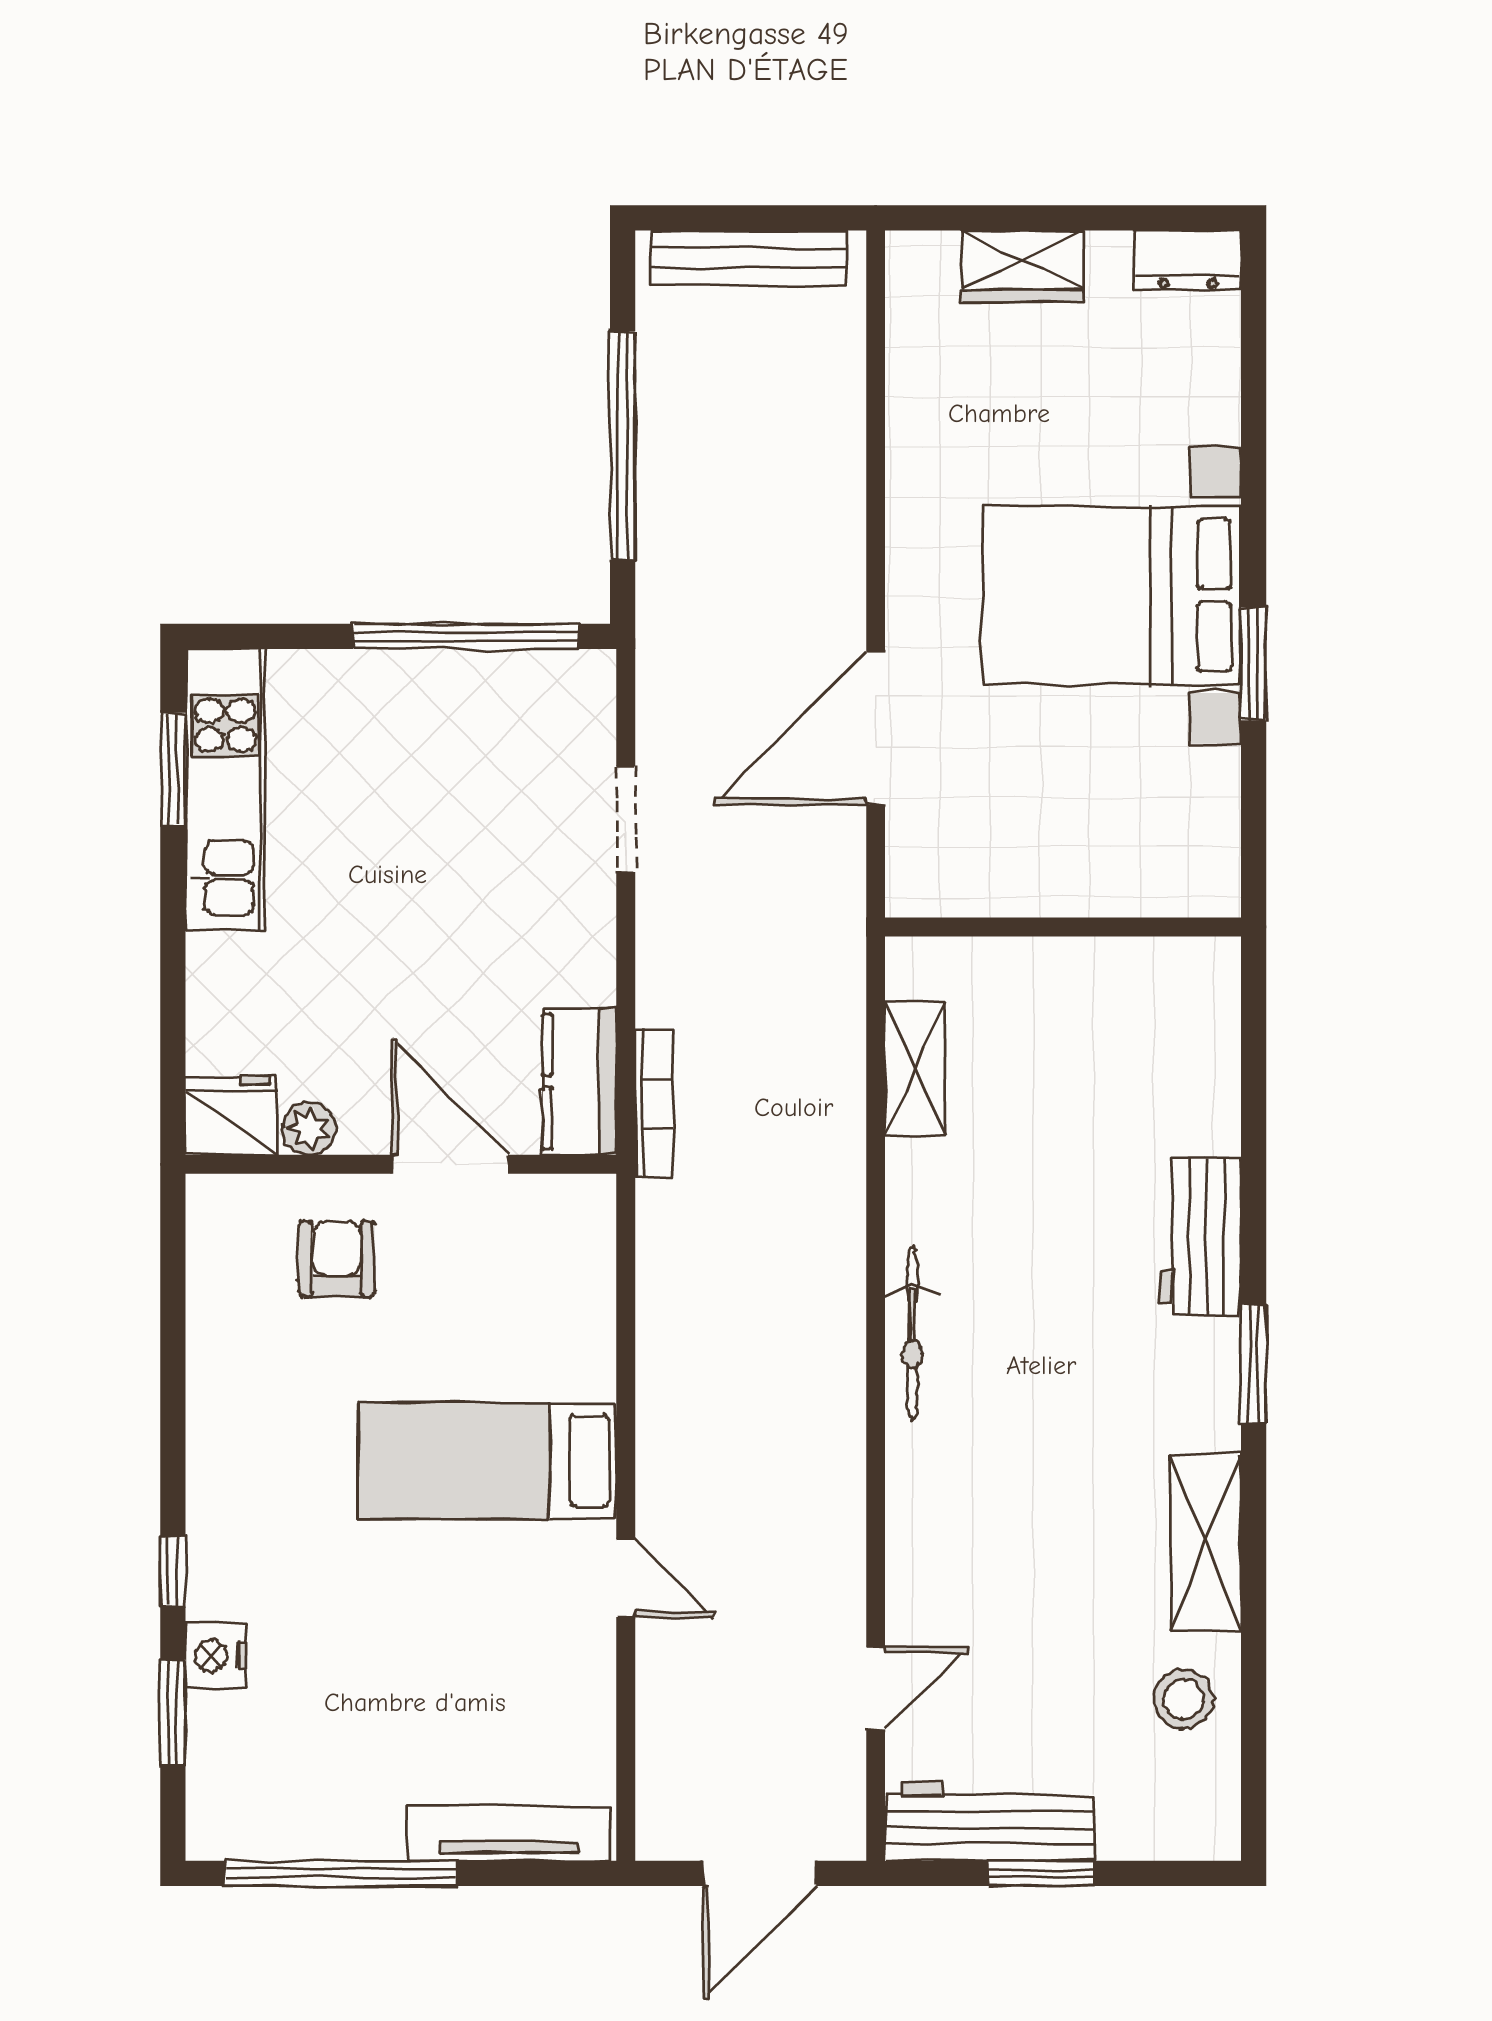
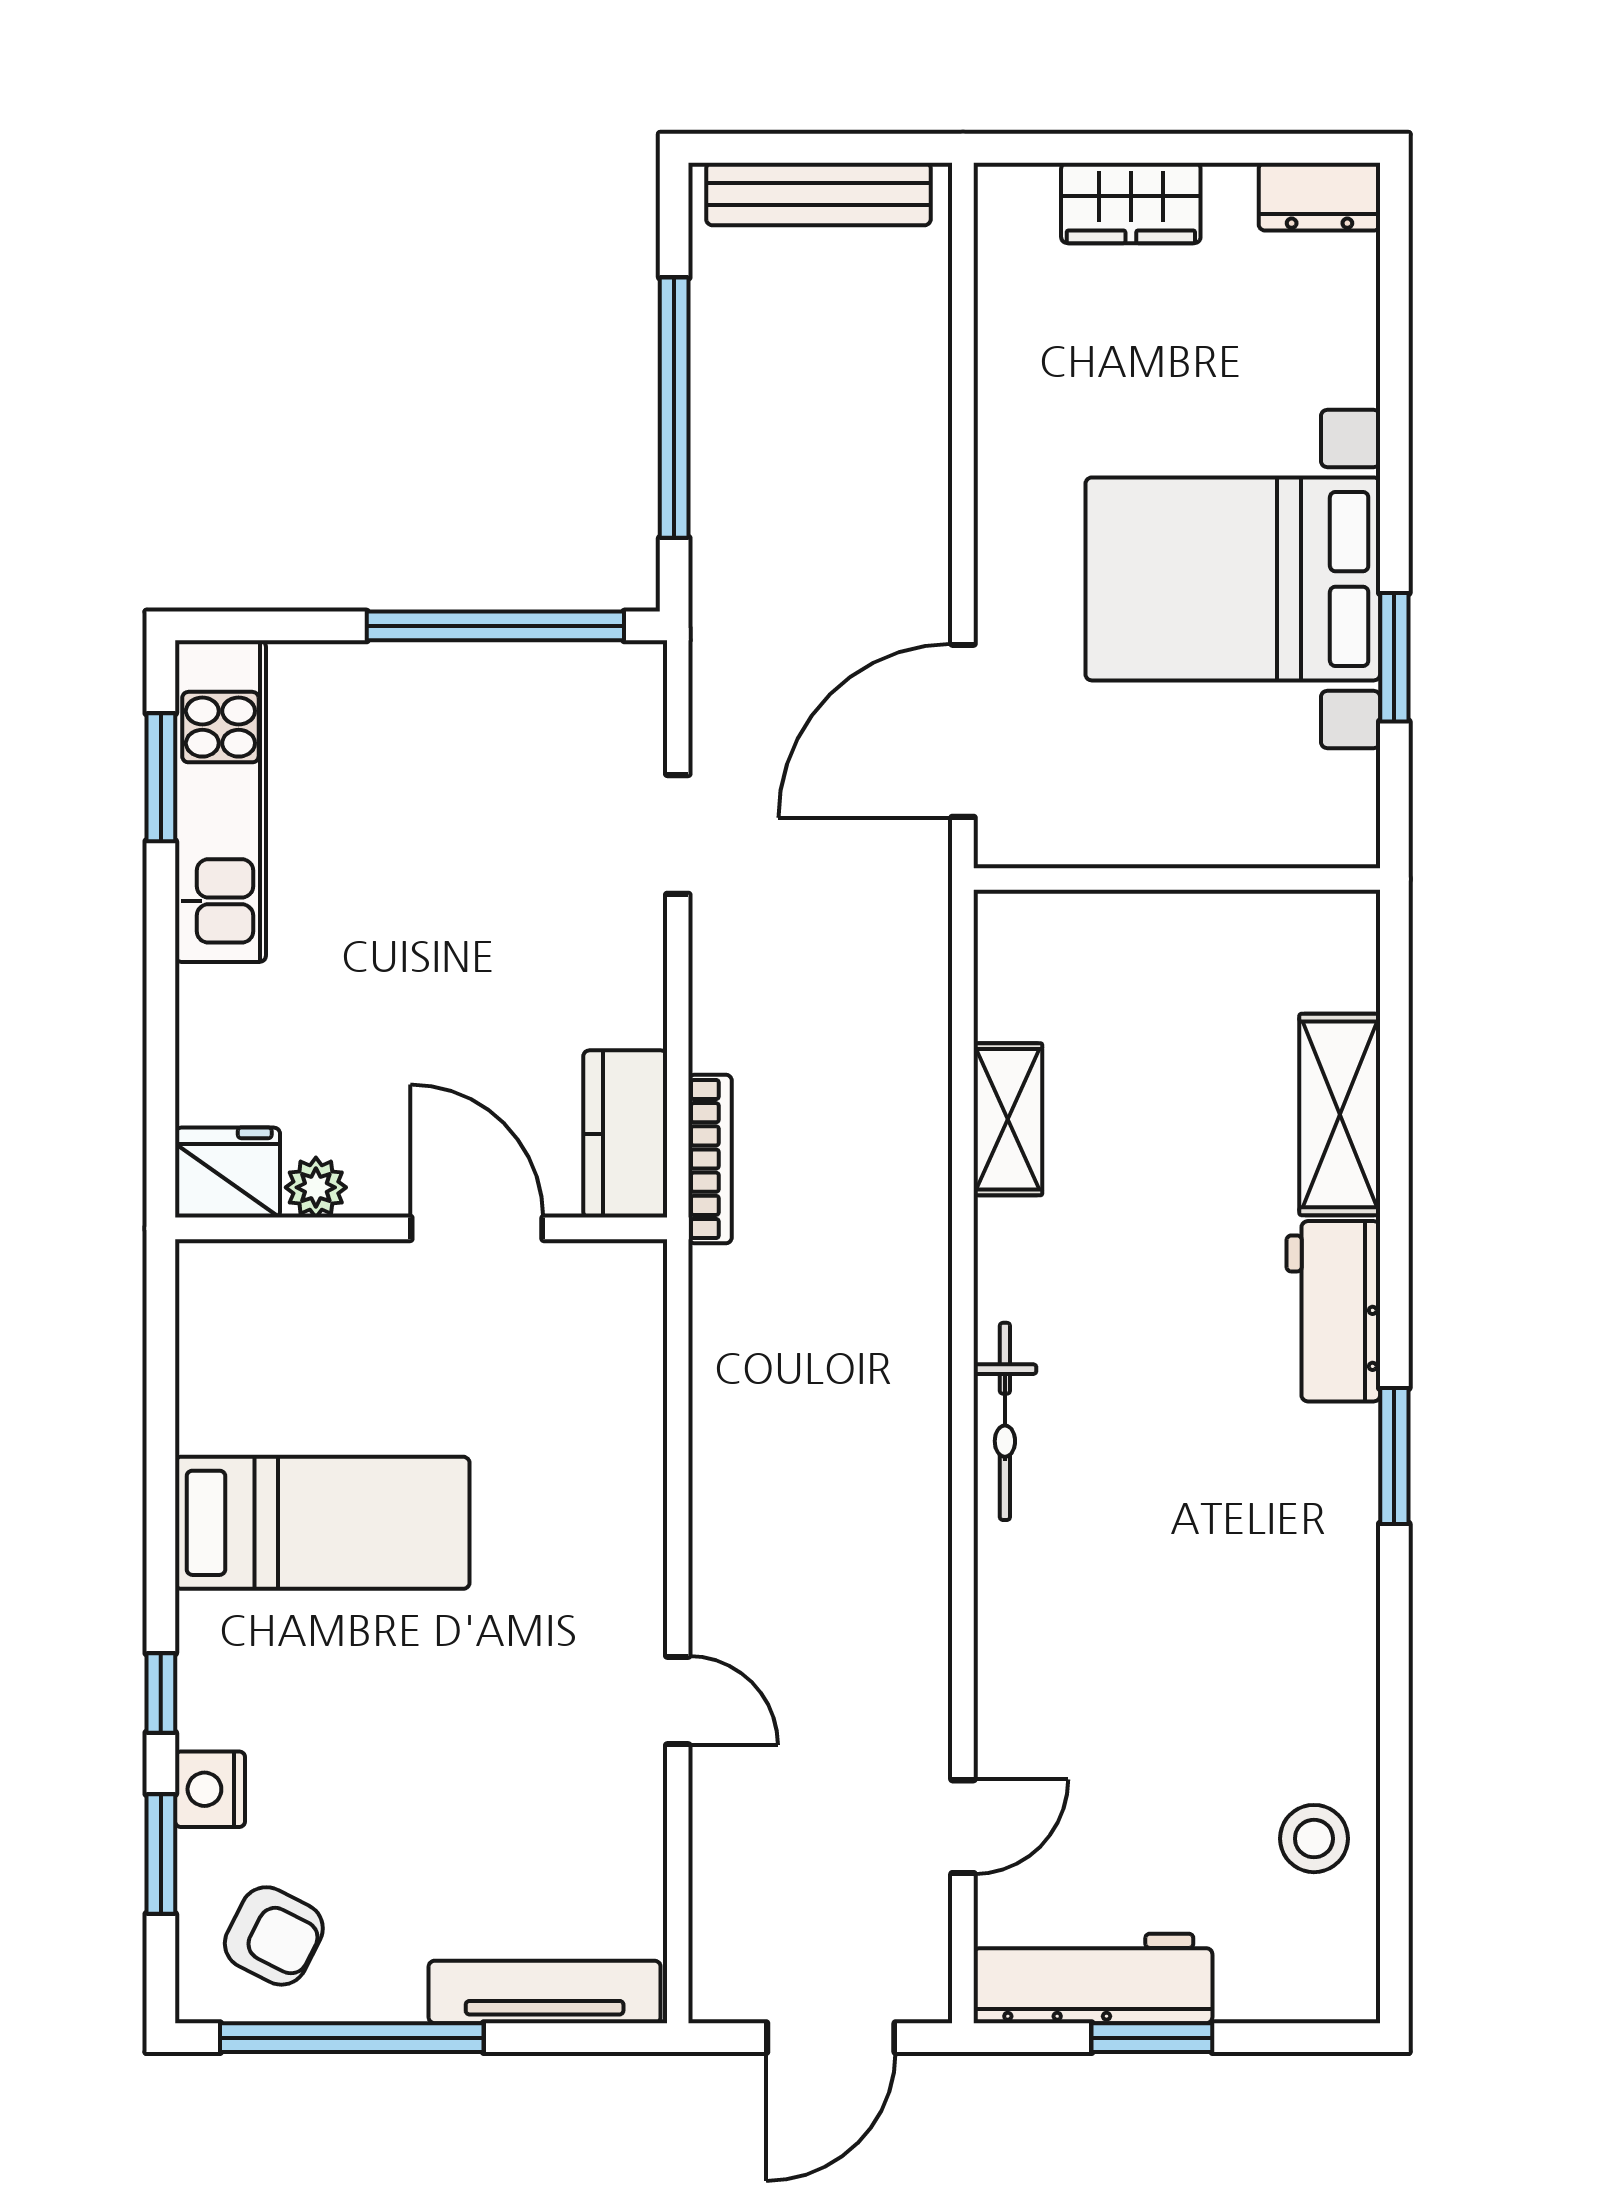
wall: (1063, 927) -> (1177, 879), moved
armchair: (337, 1259) -> (274, 1936), moved, turned 117
bed: (487, 1461) -> (322, 1523), moved, turned 180
shelving: (1206, 1542) -> (1340, 1114), moved

